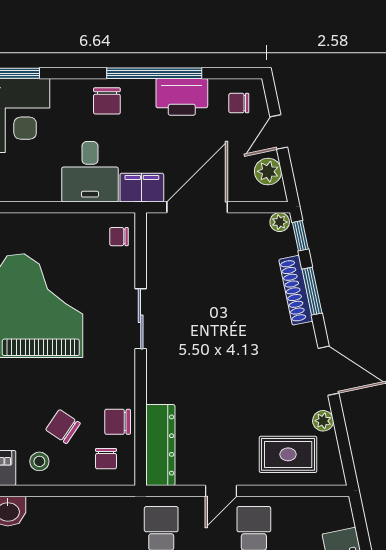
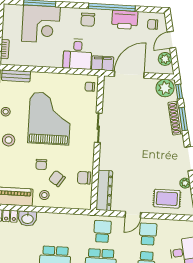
plant: (280, 222) -> (165, 88), width x1.88, depth x1.88
chair: (106, 459) -> (41, 164), moved

